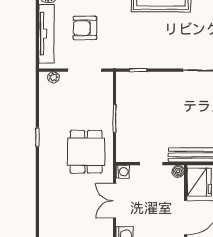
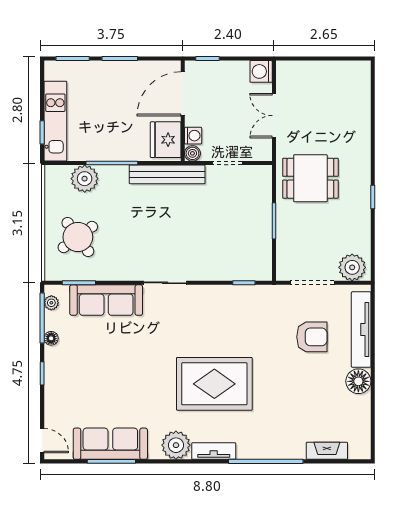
plant: (53, 77) -> (352, 267), width x1.87, depth x1.87
dining table: (86, 152) -> (310, 178), turned 90
washing machine: (123, 172) -> (193, 136), moved, turned 180
double door: (115, 201) -> (274, 116), swing flipped

